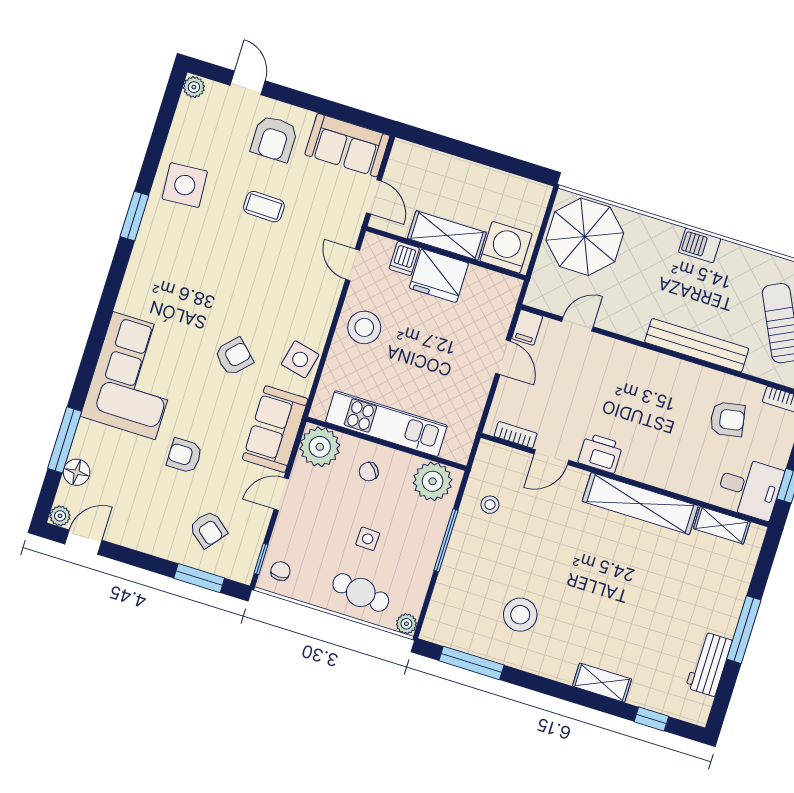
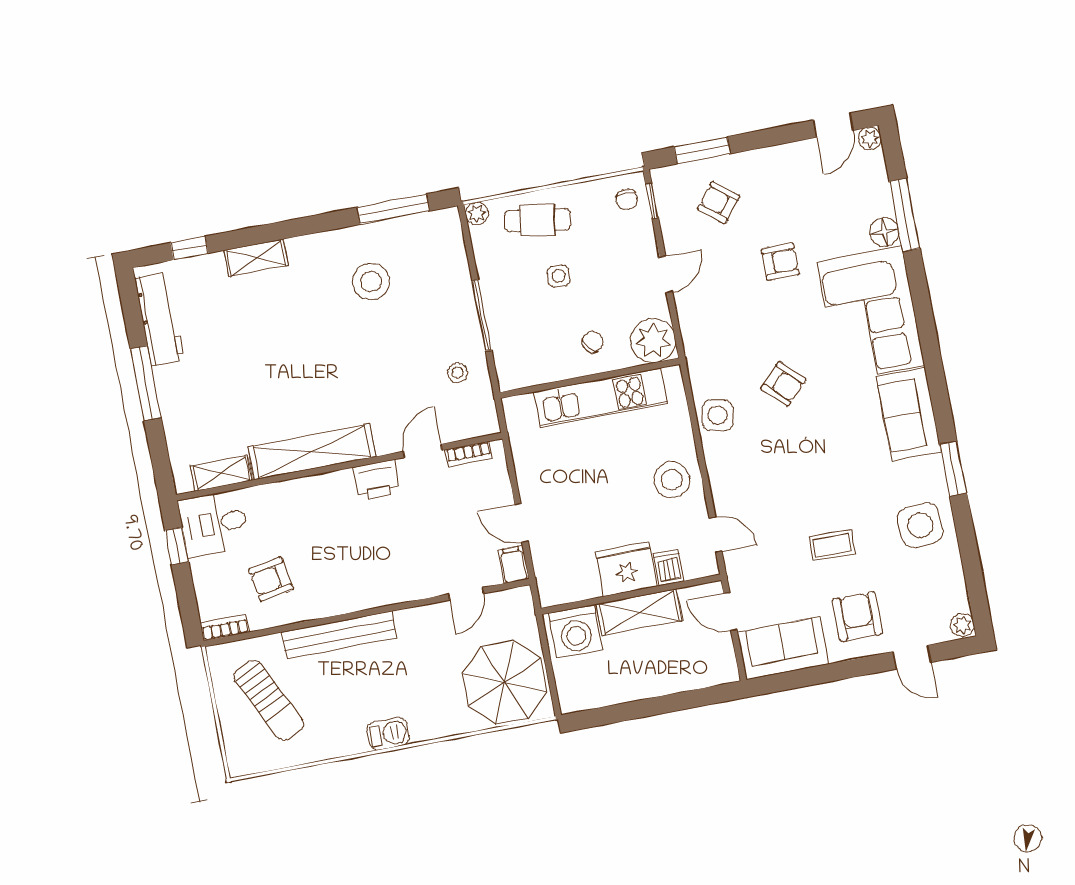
armchair: (234, 357) -> (783, 384), turned -89
sofa: (275, 429) -> (909, 414), moved, turned 180
floor lamp: (77, 472) -> (884, 232), moved
plant: (433, 481) -> (525, 366), removed
workbench: (709, 664) -> (159, 319), width x1.38

